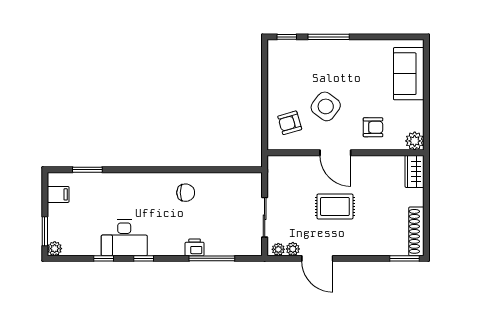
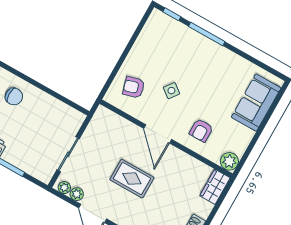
side table: (326, 106) -> (171, 91), width x0.54, depth x0.54
armchair: (373, 127) -> (201, 130), turned 90

